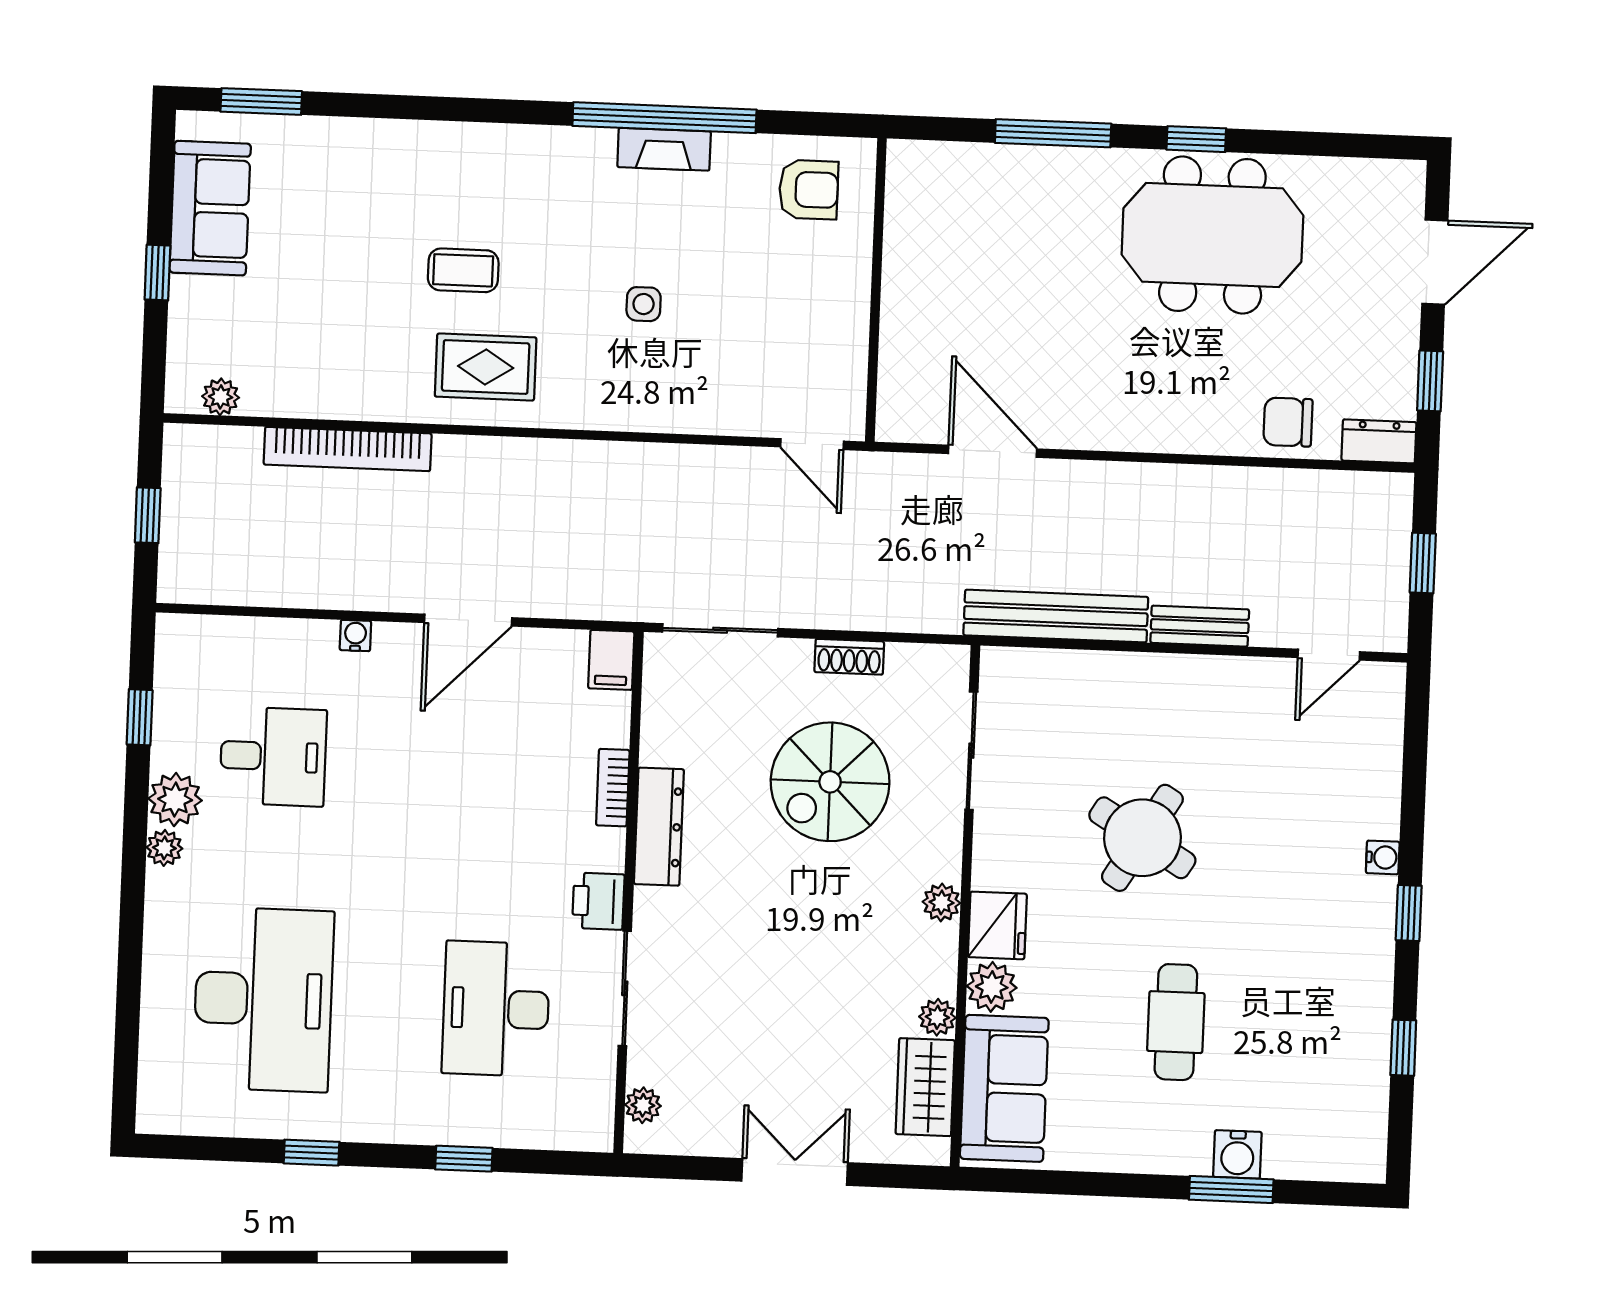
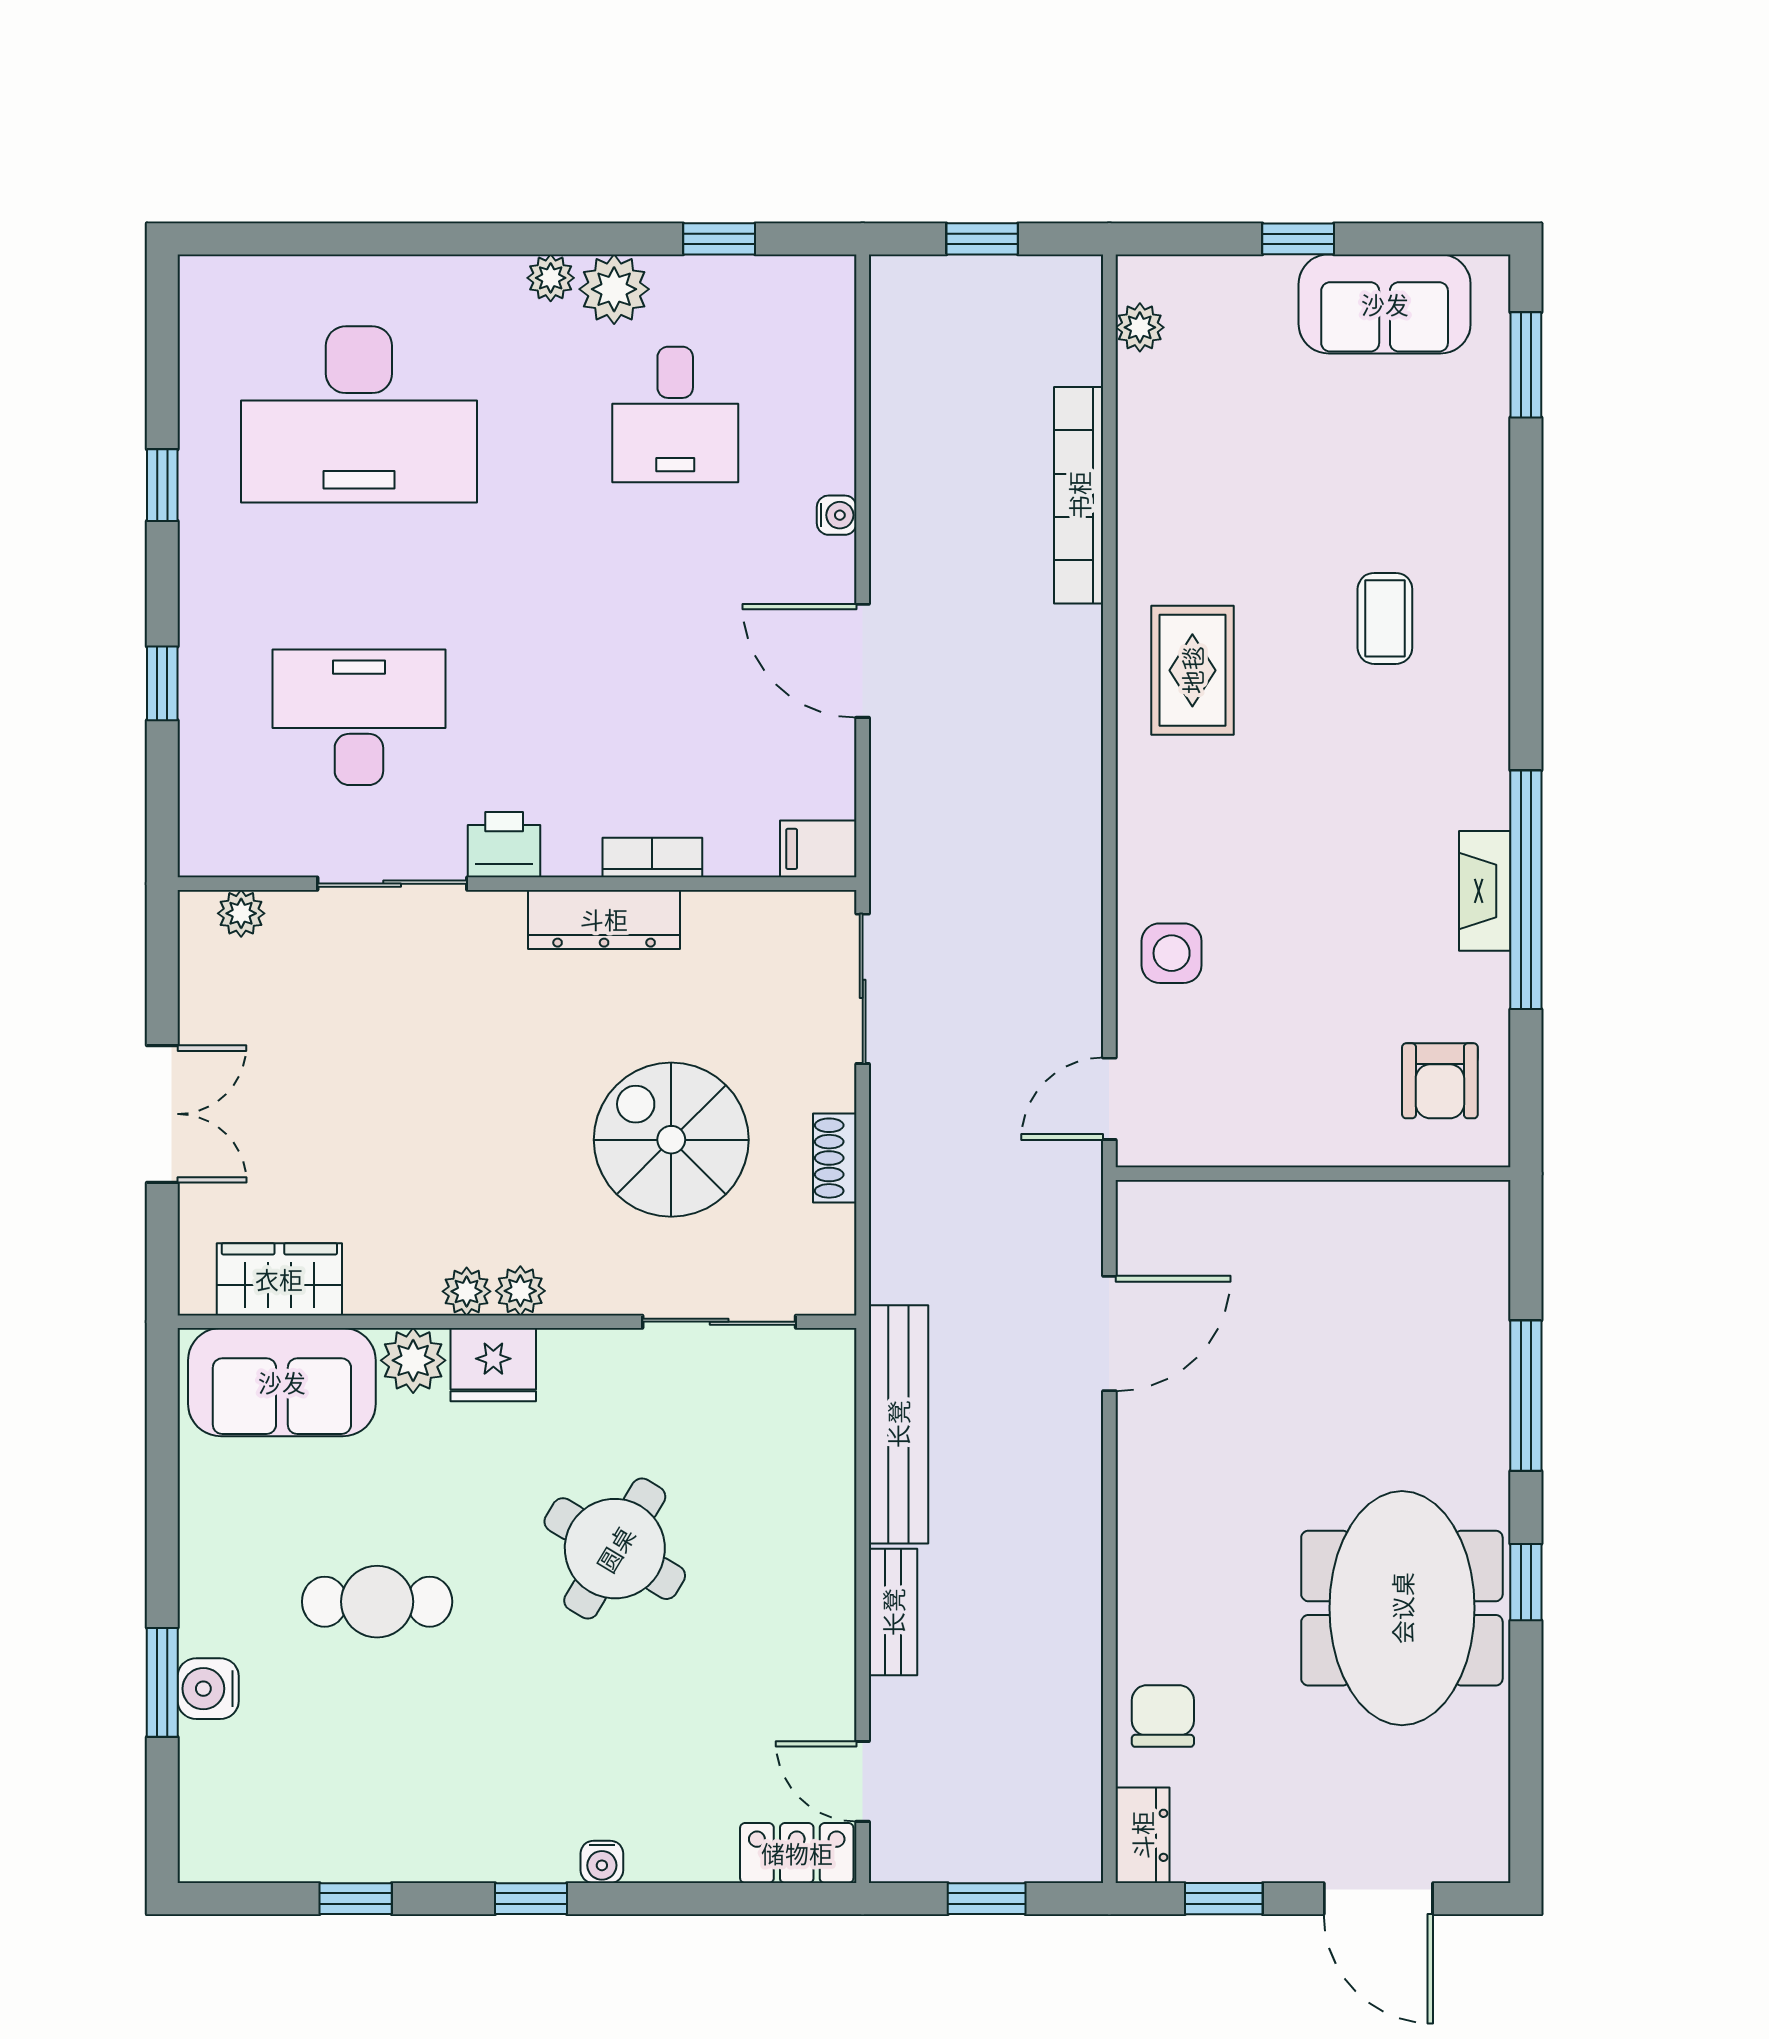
coffee table: (463, 270) -> (1385, 618), moved
side table: (644, 304) -> (1172, 953), moved, width x1.37, depth x1.37
locker: (1382, 707) -> (797, 1853), added
plant: (937, 1017) -> (467, 1291), moved

